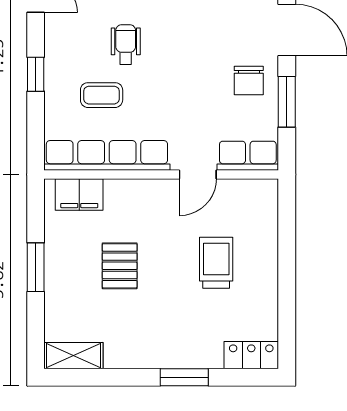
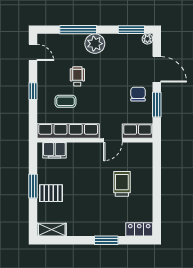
chair: (249, 80) -> (138, 94), turned 180
pallet: (120, 266) -> (51, 193), moved, turned 90

